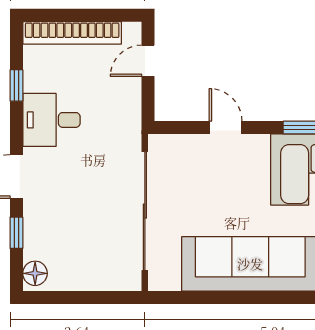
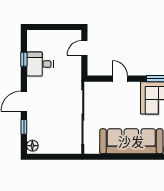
bookcase: (72, 33) -> (49, 35), removed
desk: (51, 120) -> (40, 64), moved

